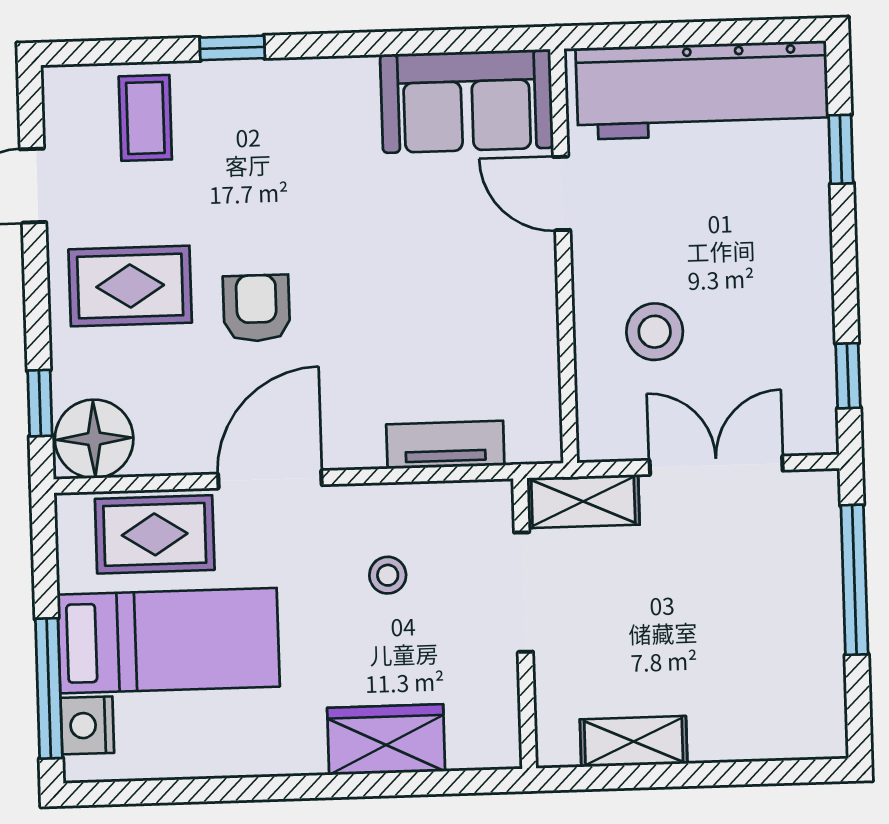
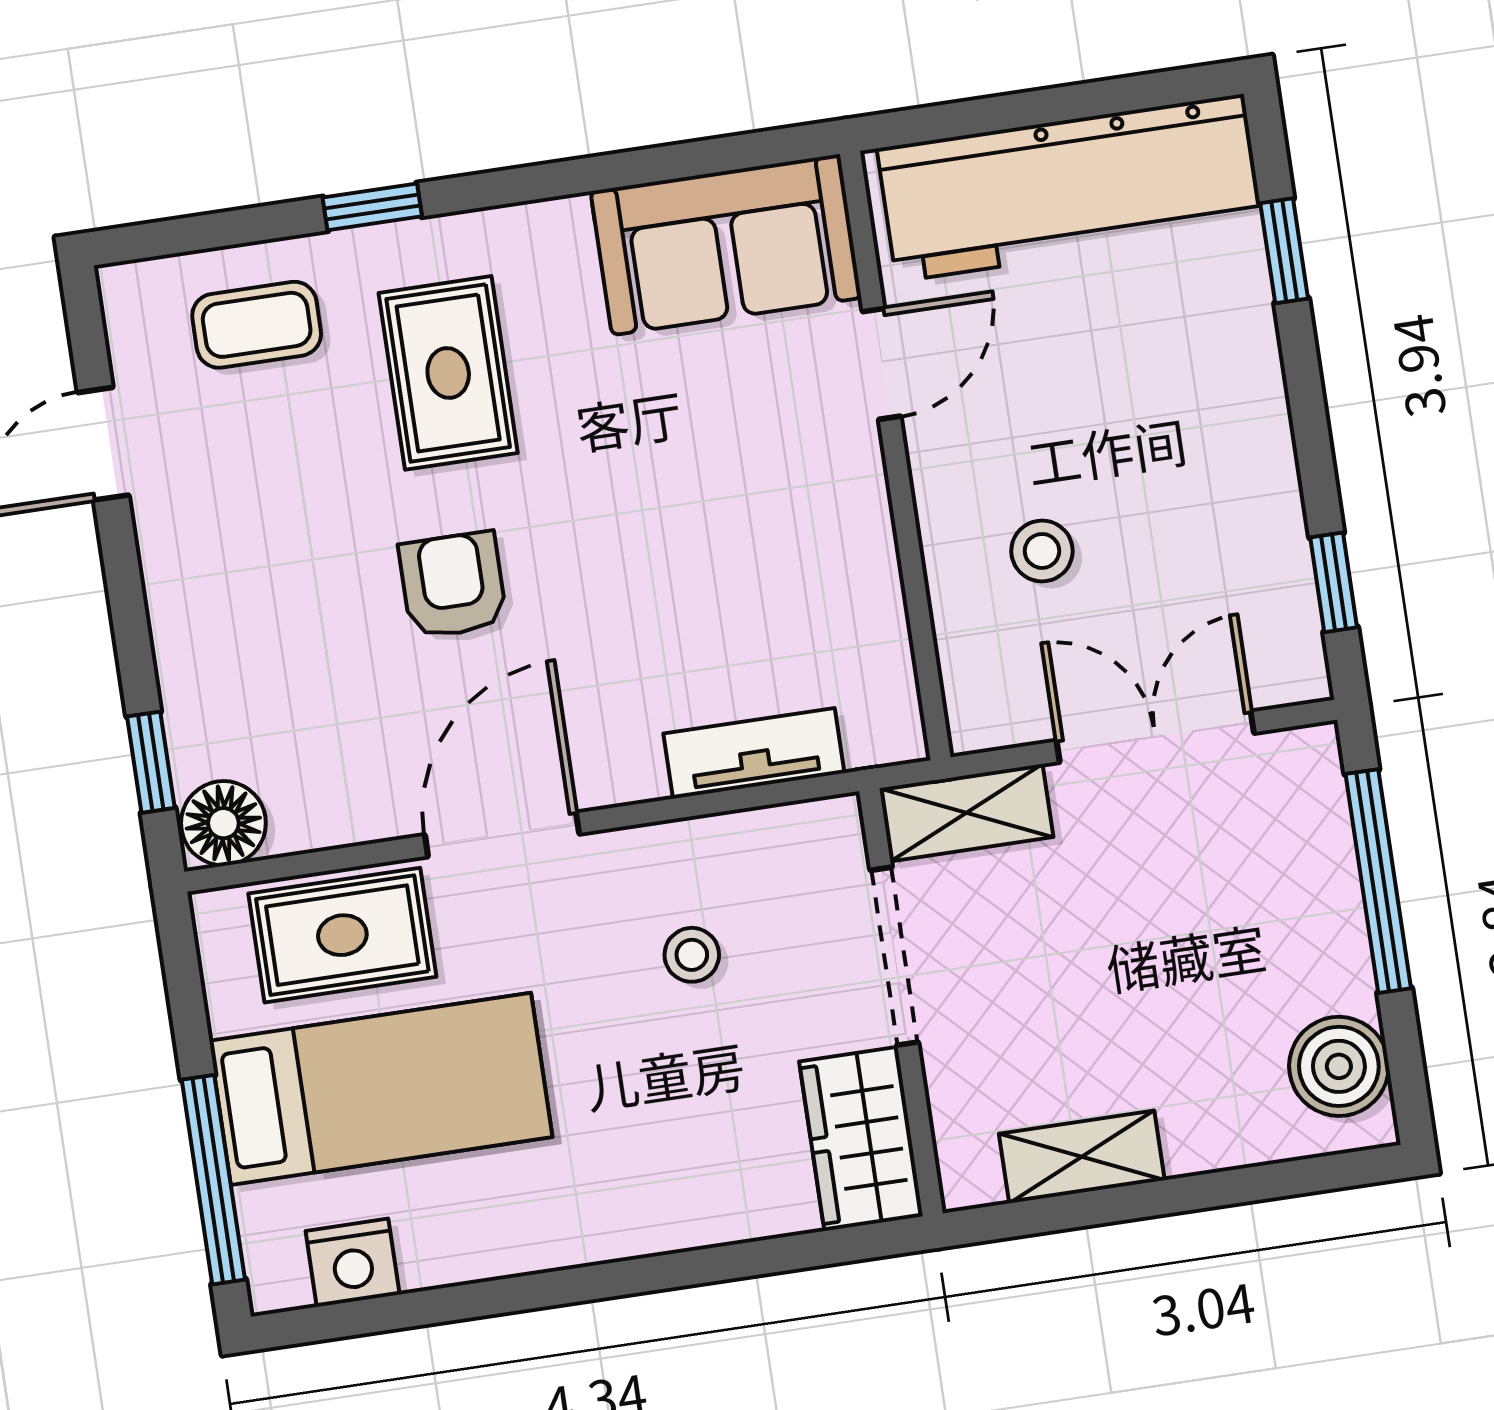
coffee table: (145, 118) -> (257, 325), turned 90
door: (562, 193) -> (882, 364), swing flipped
rug: (130, 286) -> (448, 373), moved, turned 90
stool: (655, 332) -> (1042, 551), width x0.73, depth x0.73
floor lamp: (94, 439) -> (223, 823), width x0.73, depth x0.73
boiler: (813, 701) -> (1339, 1066), added
nightstand: (87, 725) -> (353, 1263), moved, turned -90
wardrobe: (386, 740) -> (861, 1139), moved, turned -90

